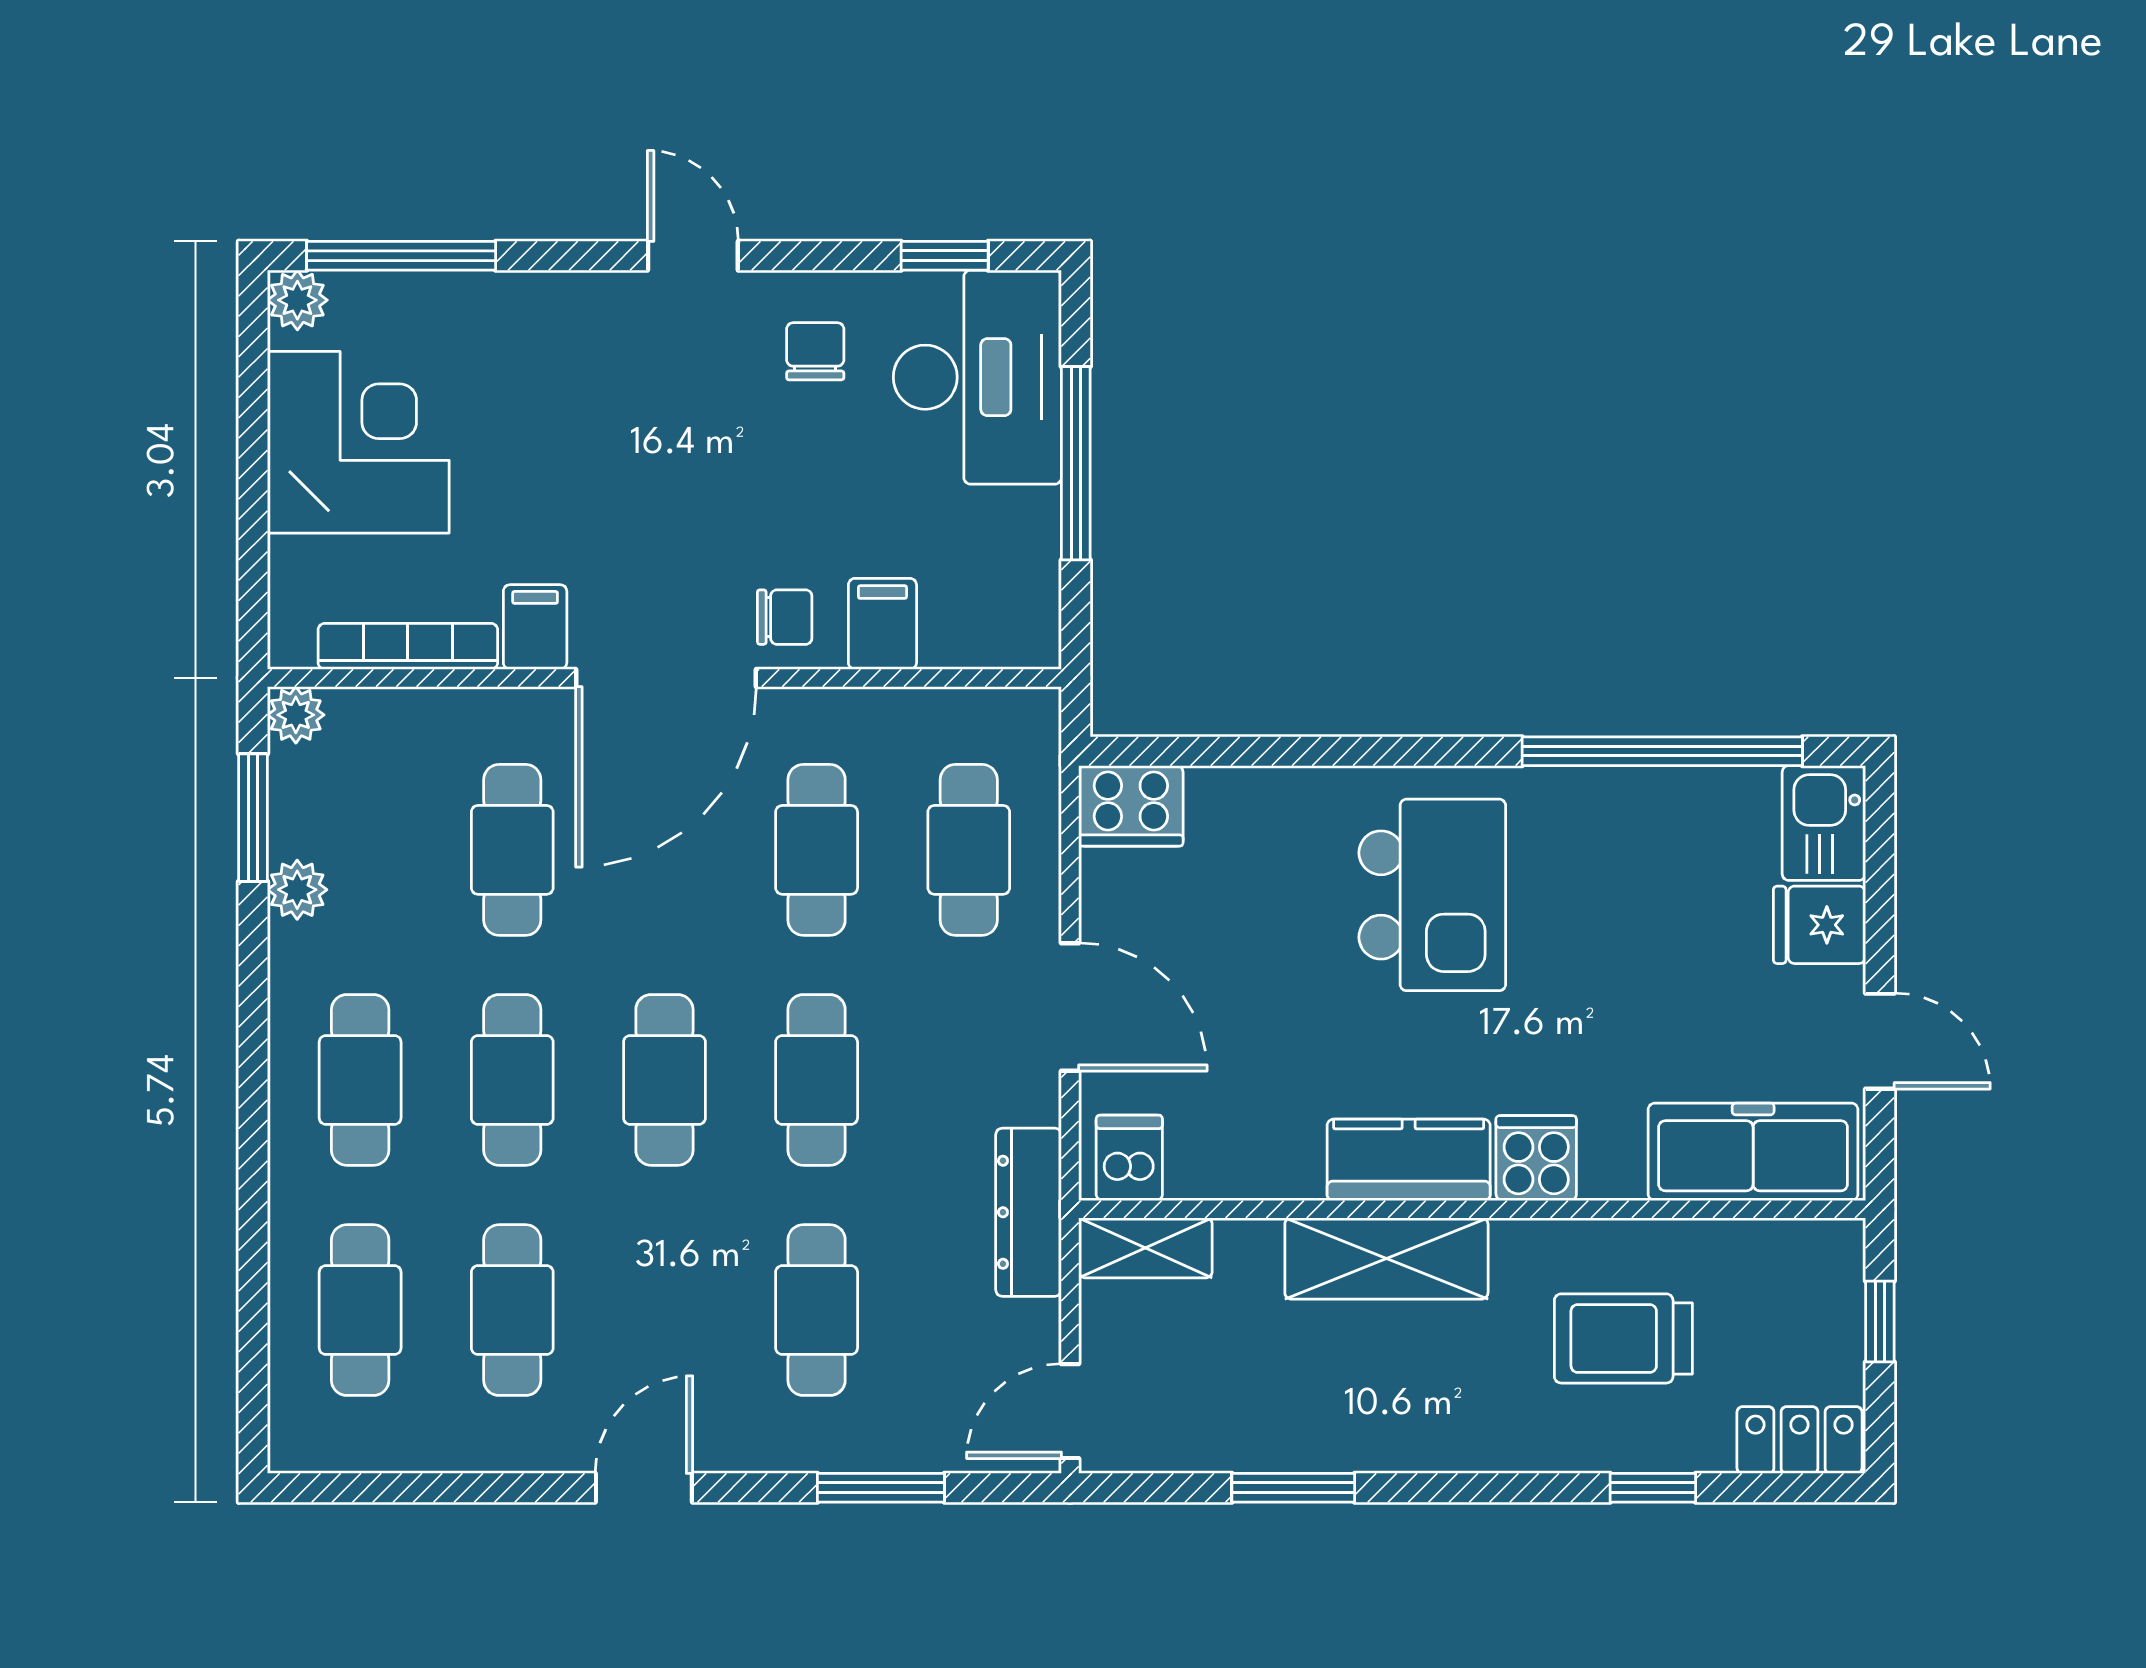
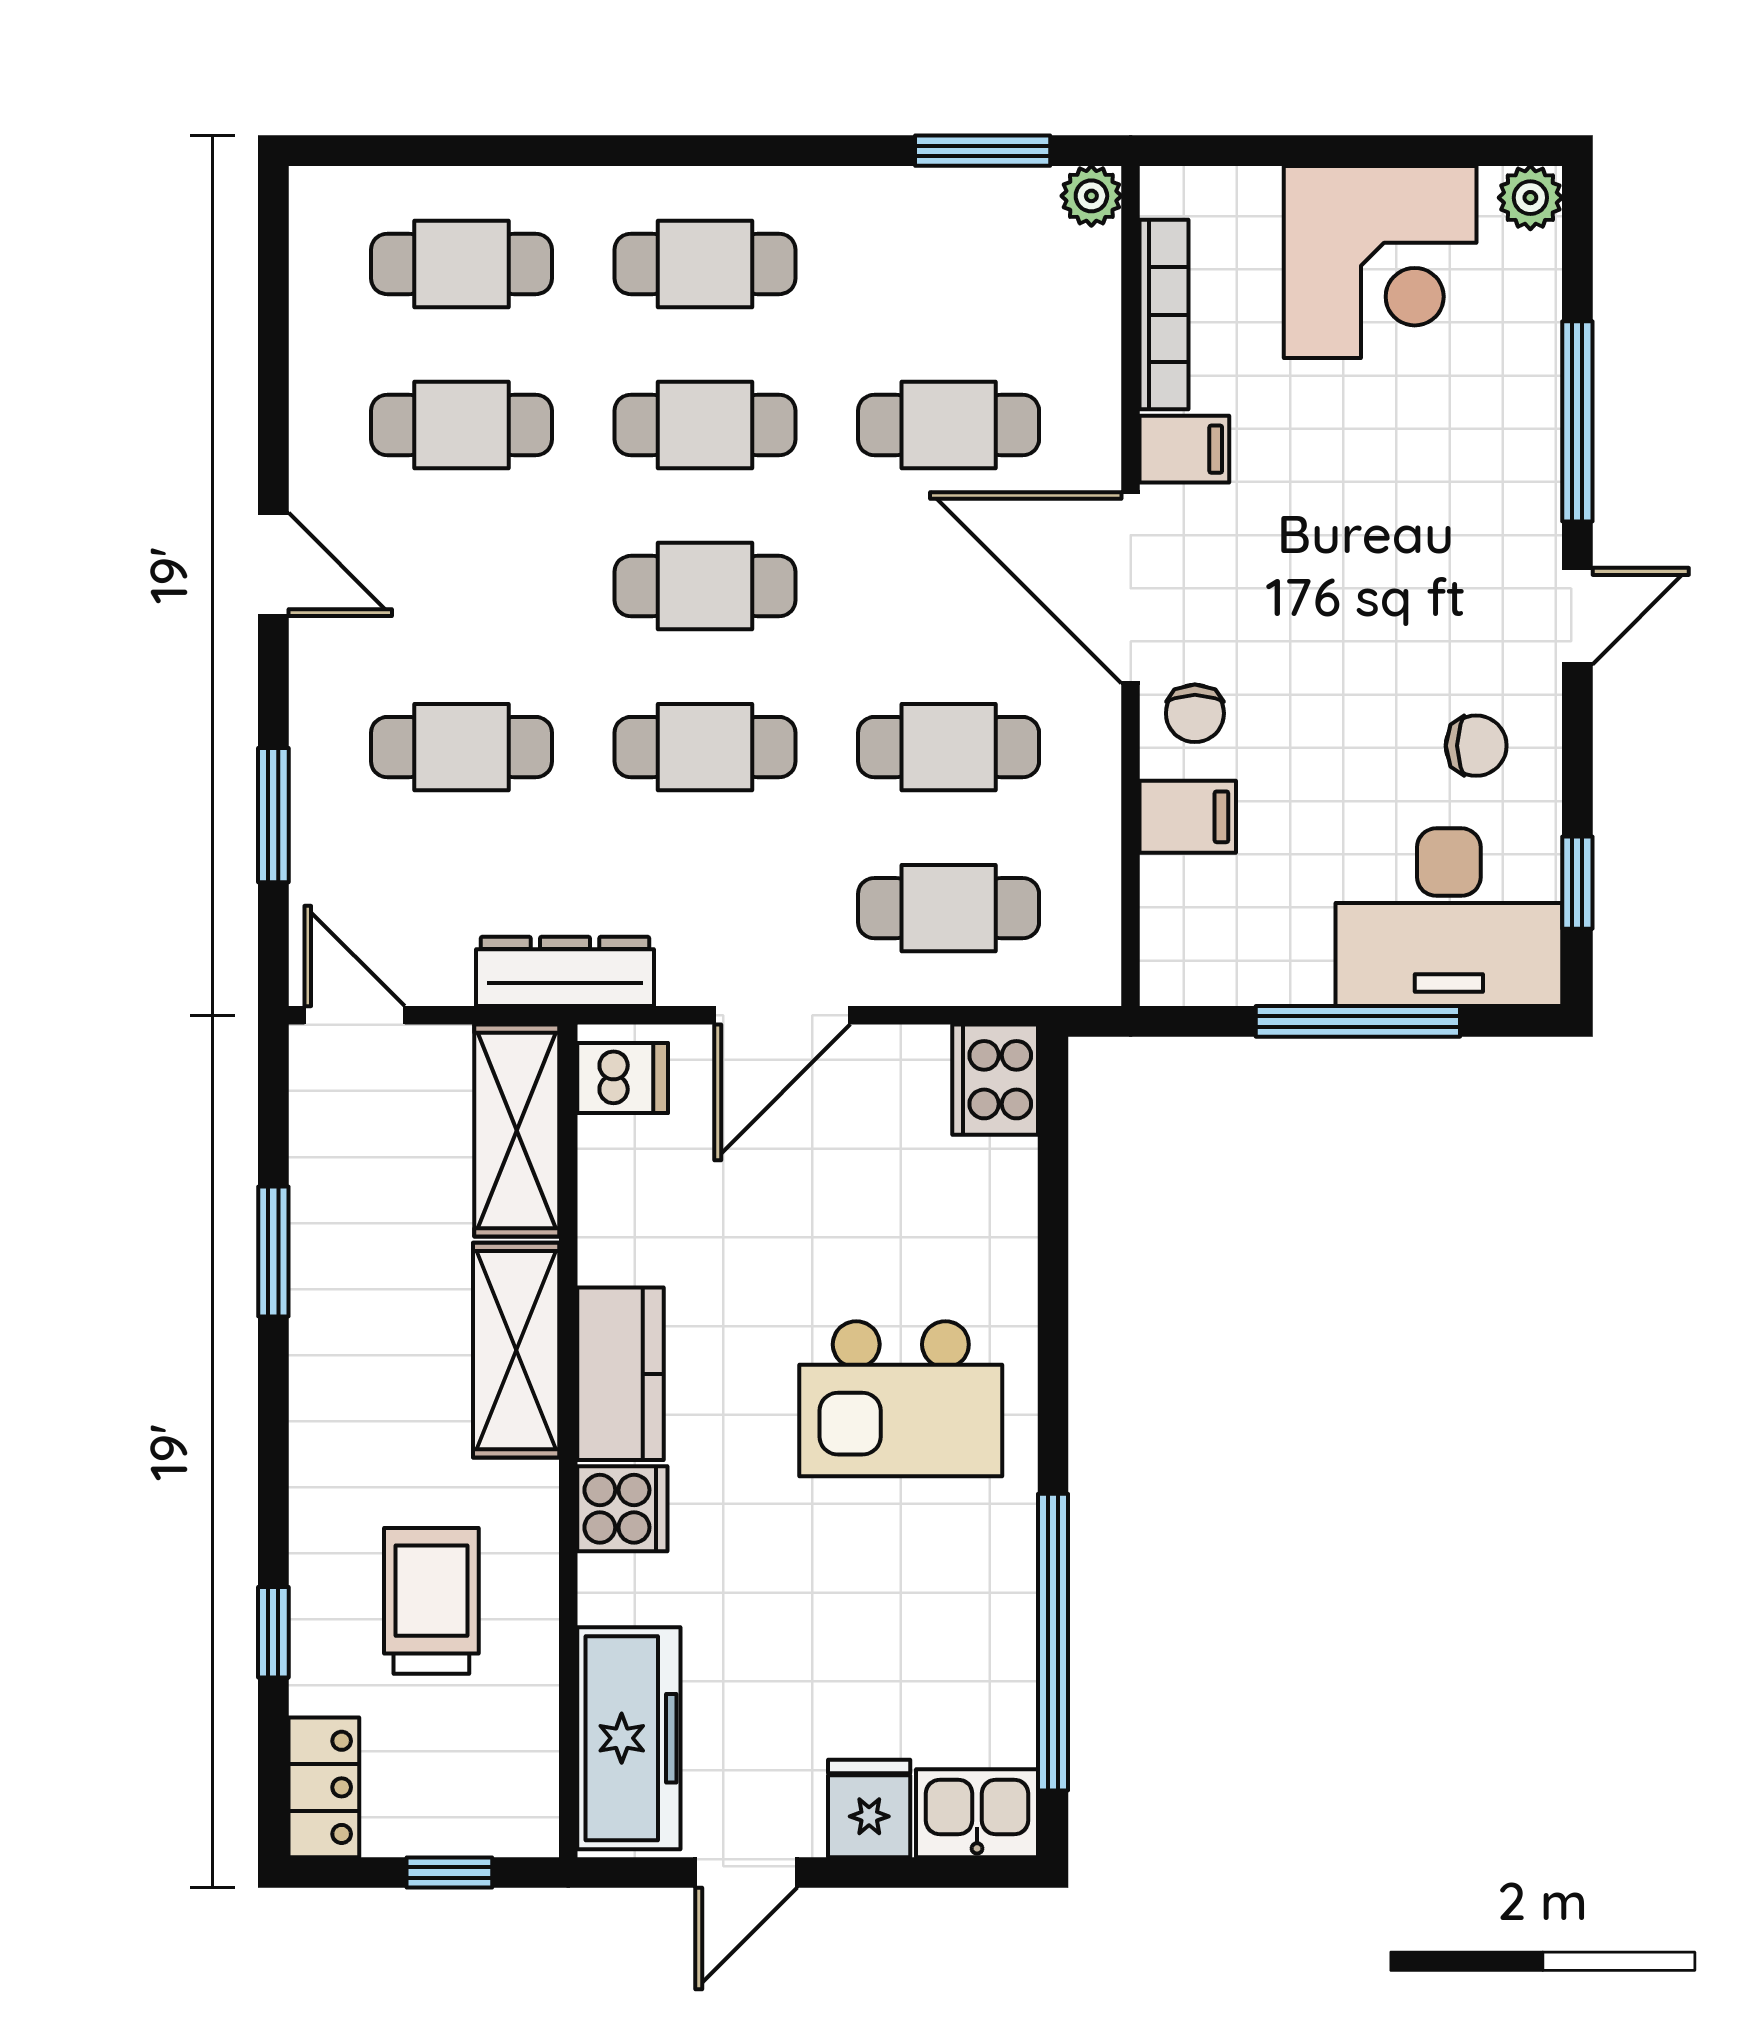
window: (401, 256) -> (1577, 421), moved
plant: (297, 890) -> (906, 197), removed
shelving: (1145, 1248) -> (517, 1130), width x1.50, depth x1.33

